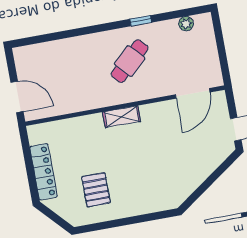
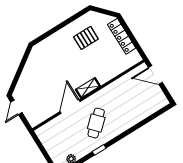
door: (193, 93) -> (70, 107), moved
pallet: (96, 190) -> (86, 38), turned 90

